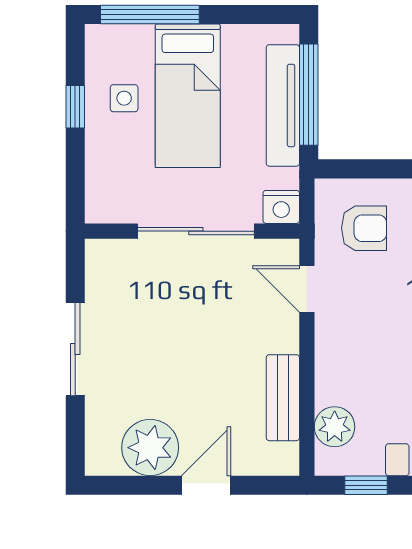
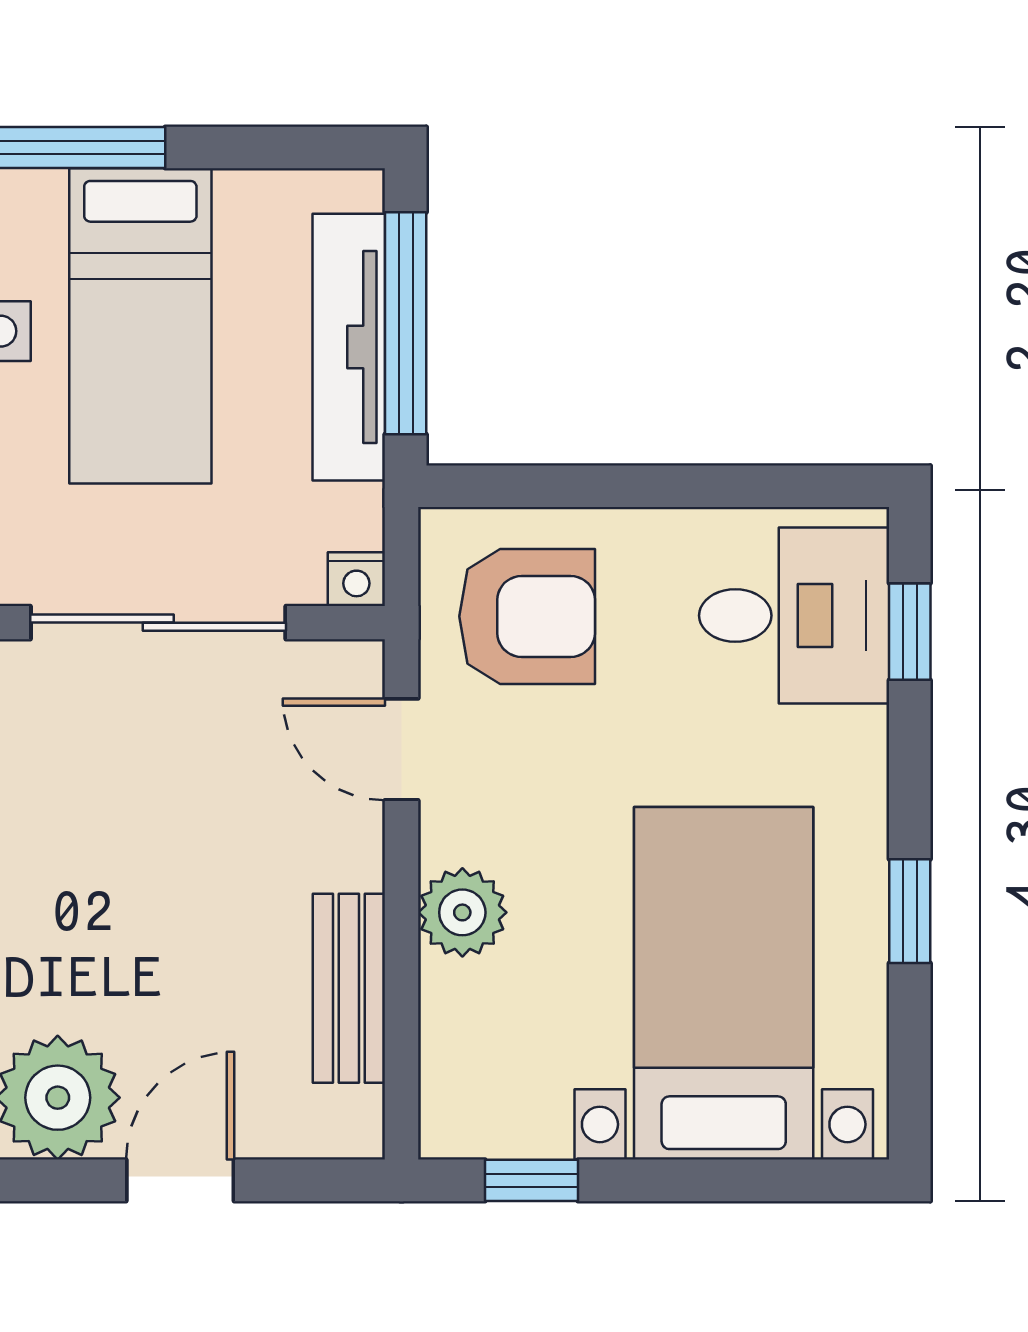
nightstand: (281, 207) -> (356, 579), width x0.72, depth x0.74
armchair: (364, 228) -> (527, 616), width x1.38, depth x1.38
plant: (335, 427) -> (462, 912), moved

